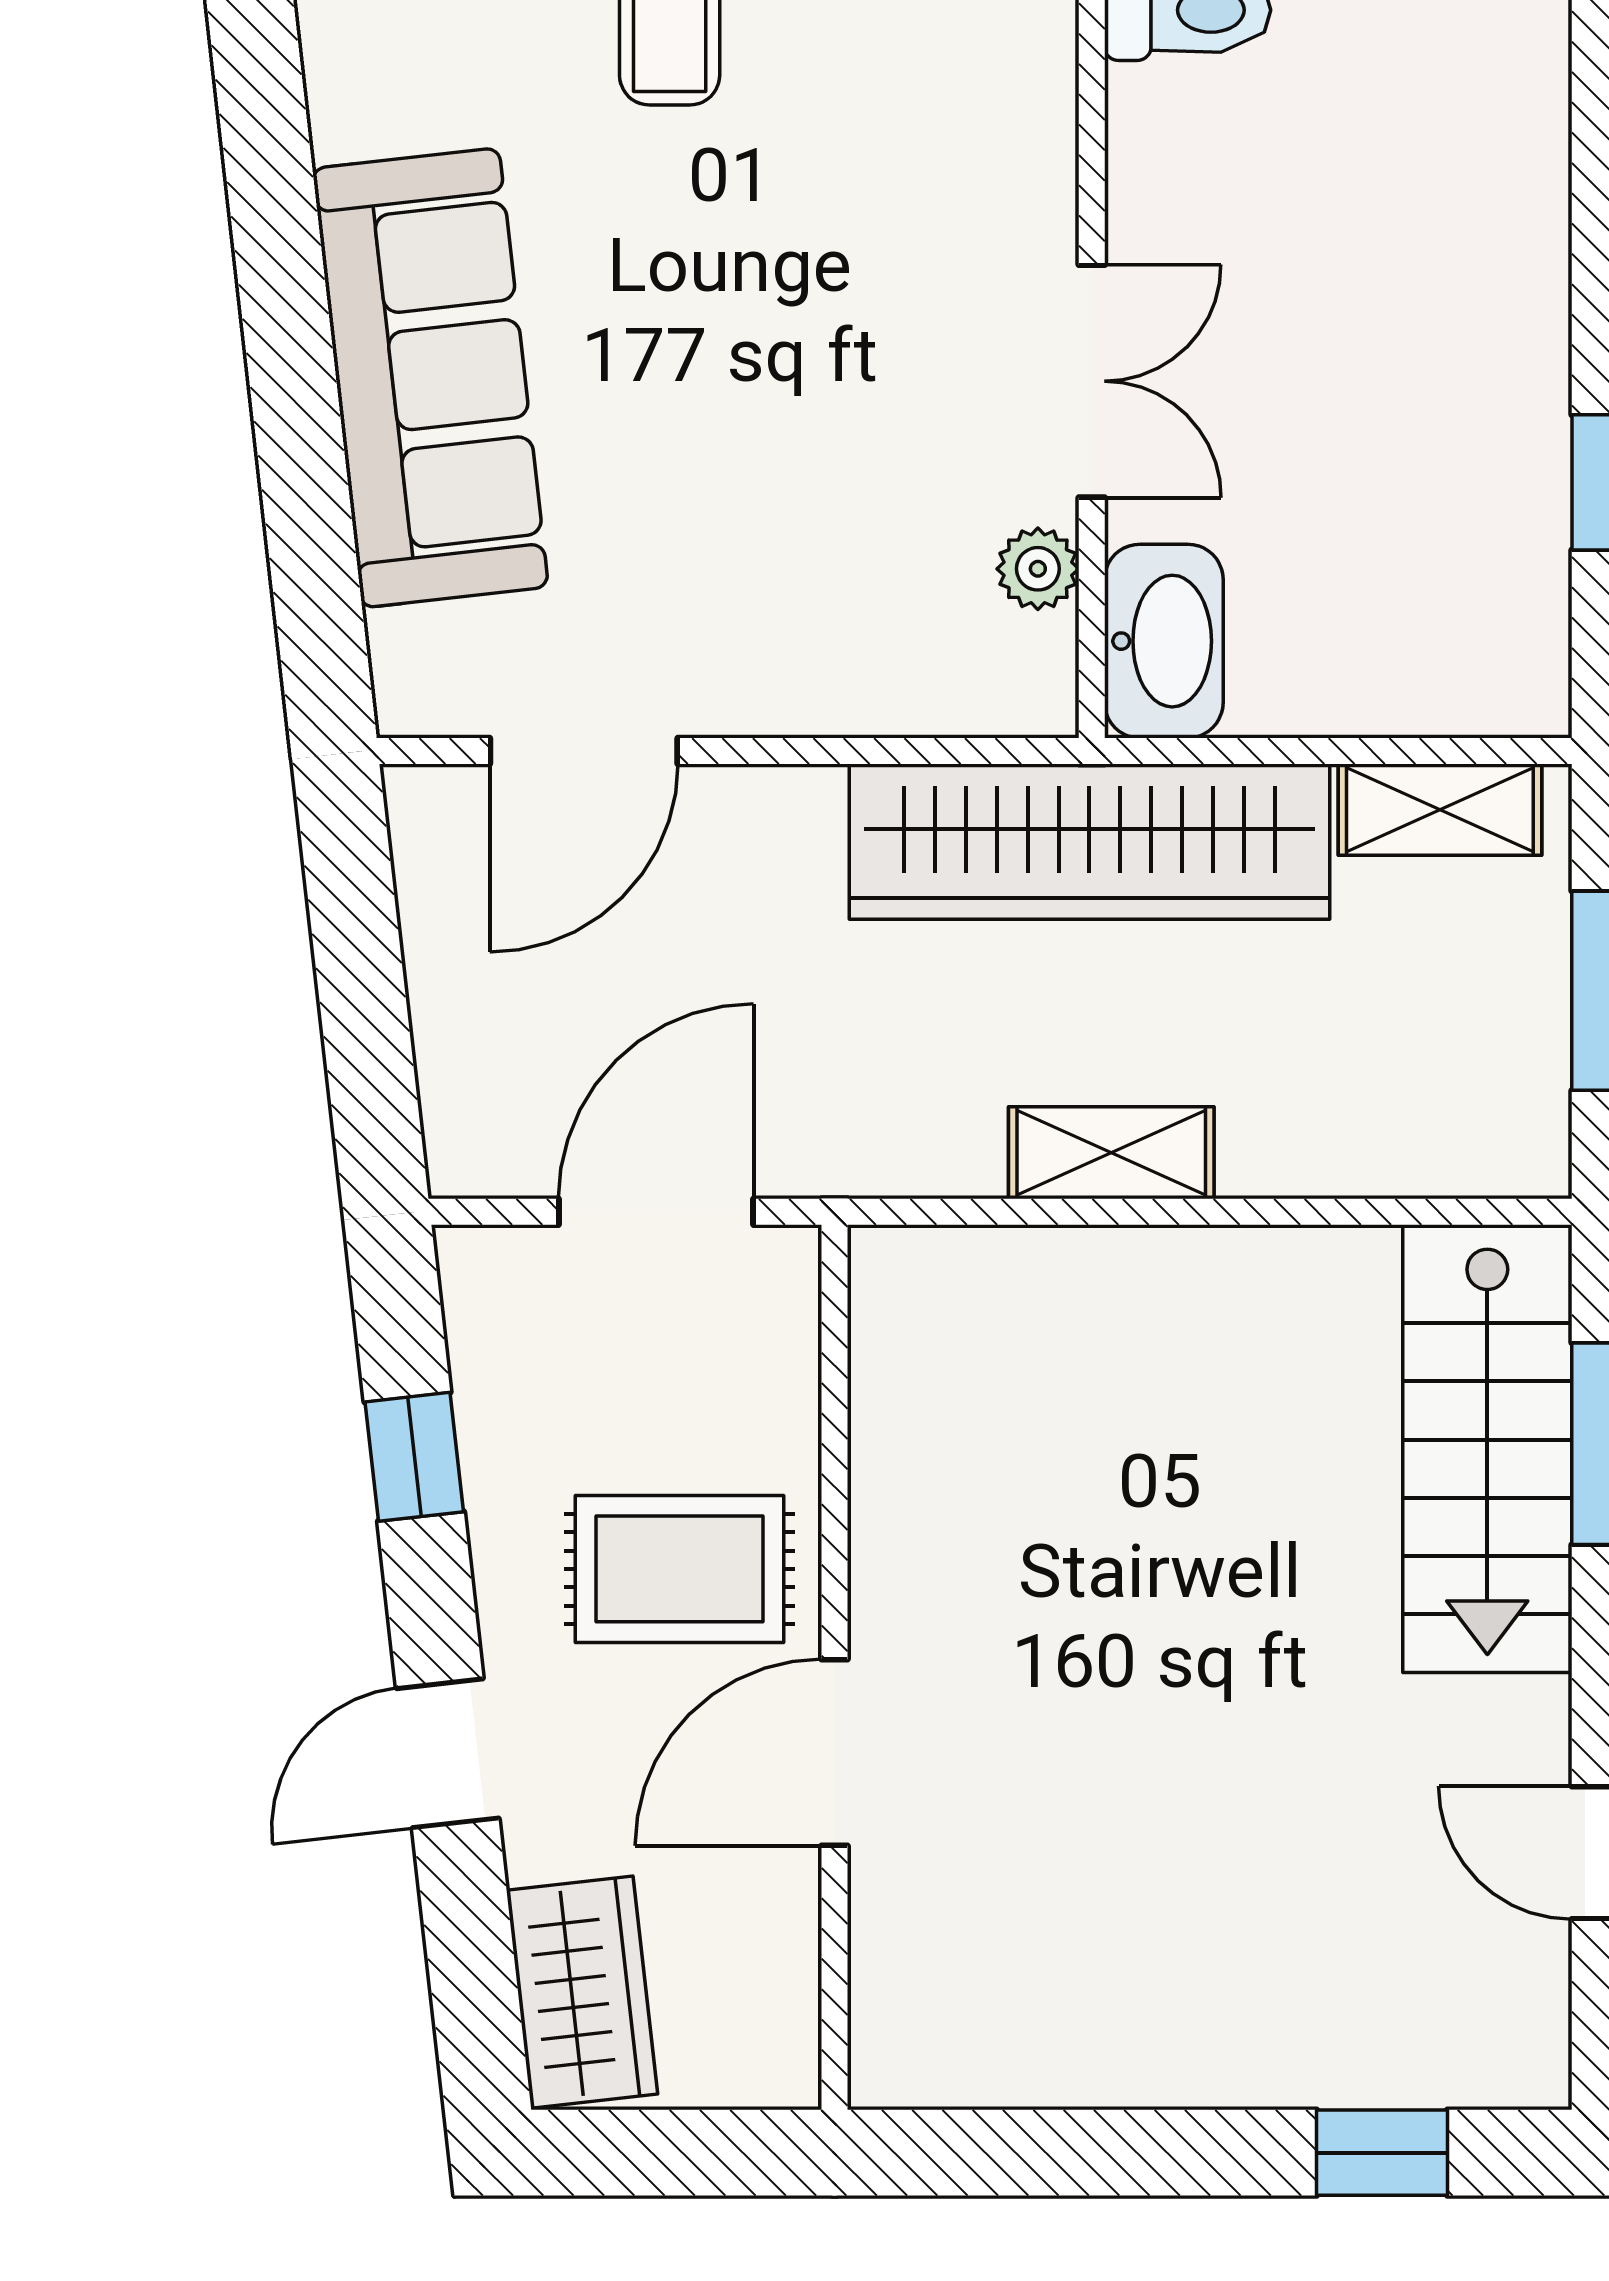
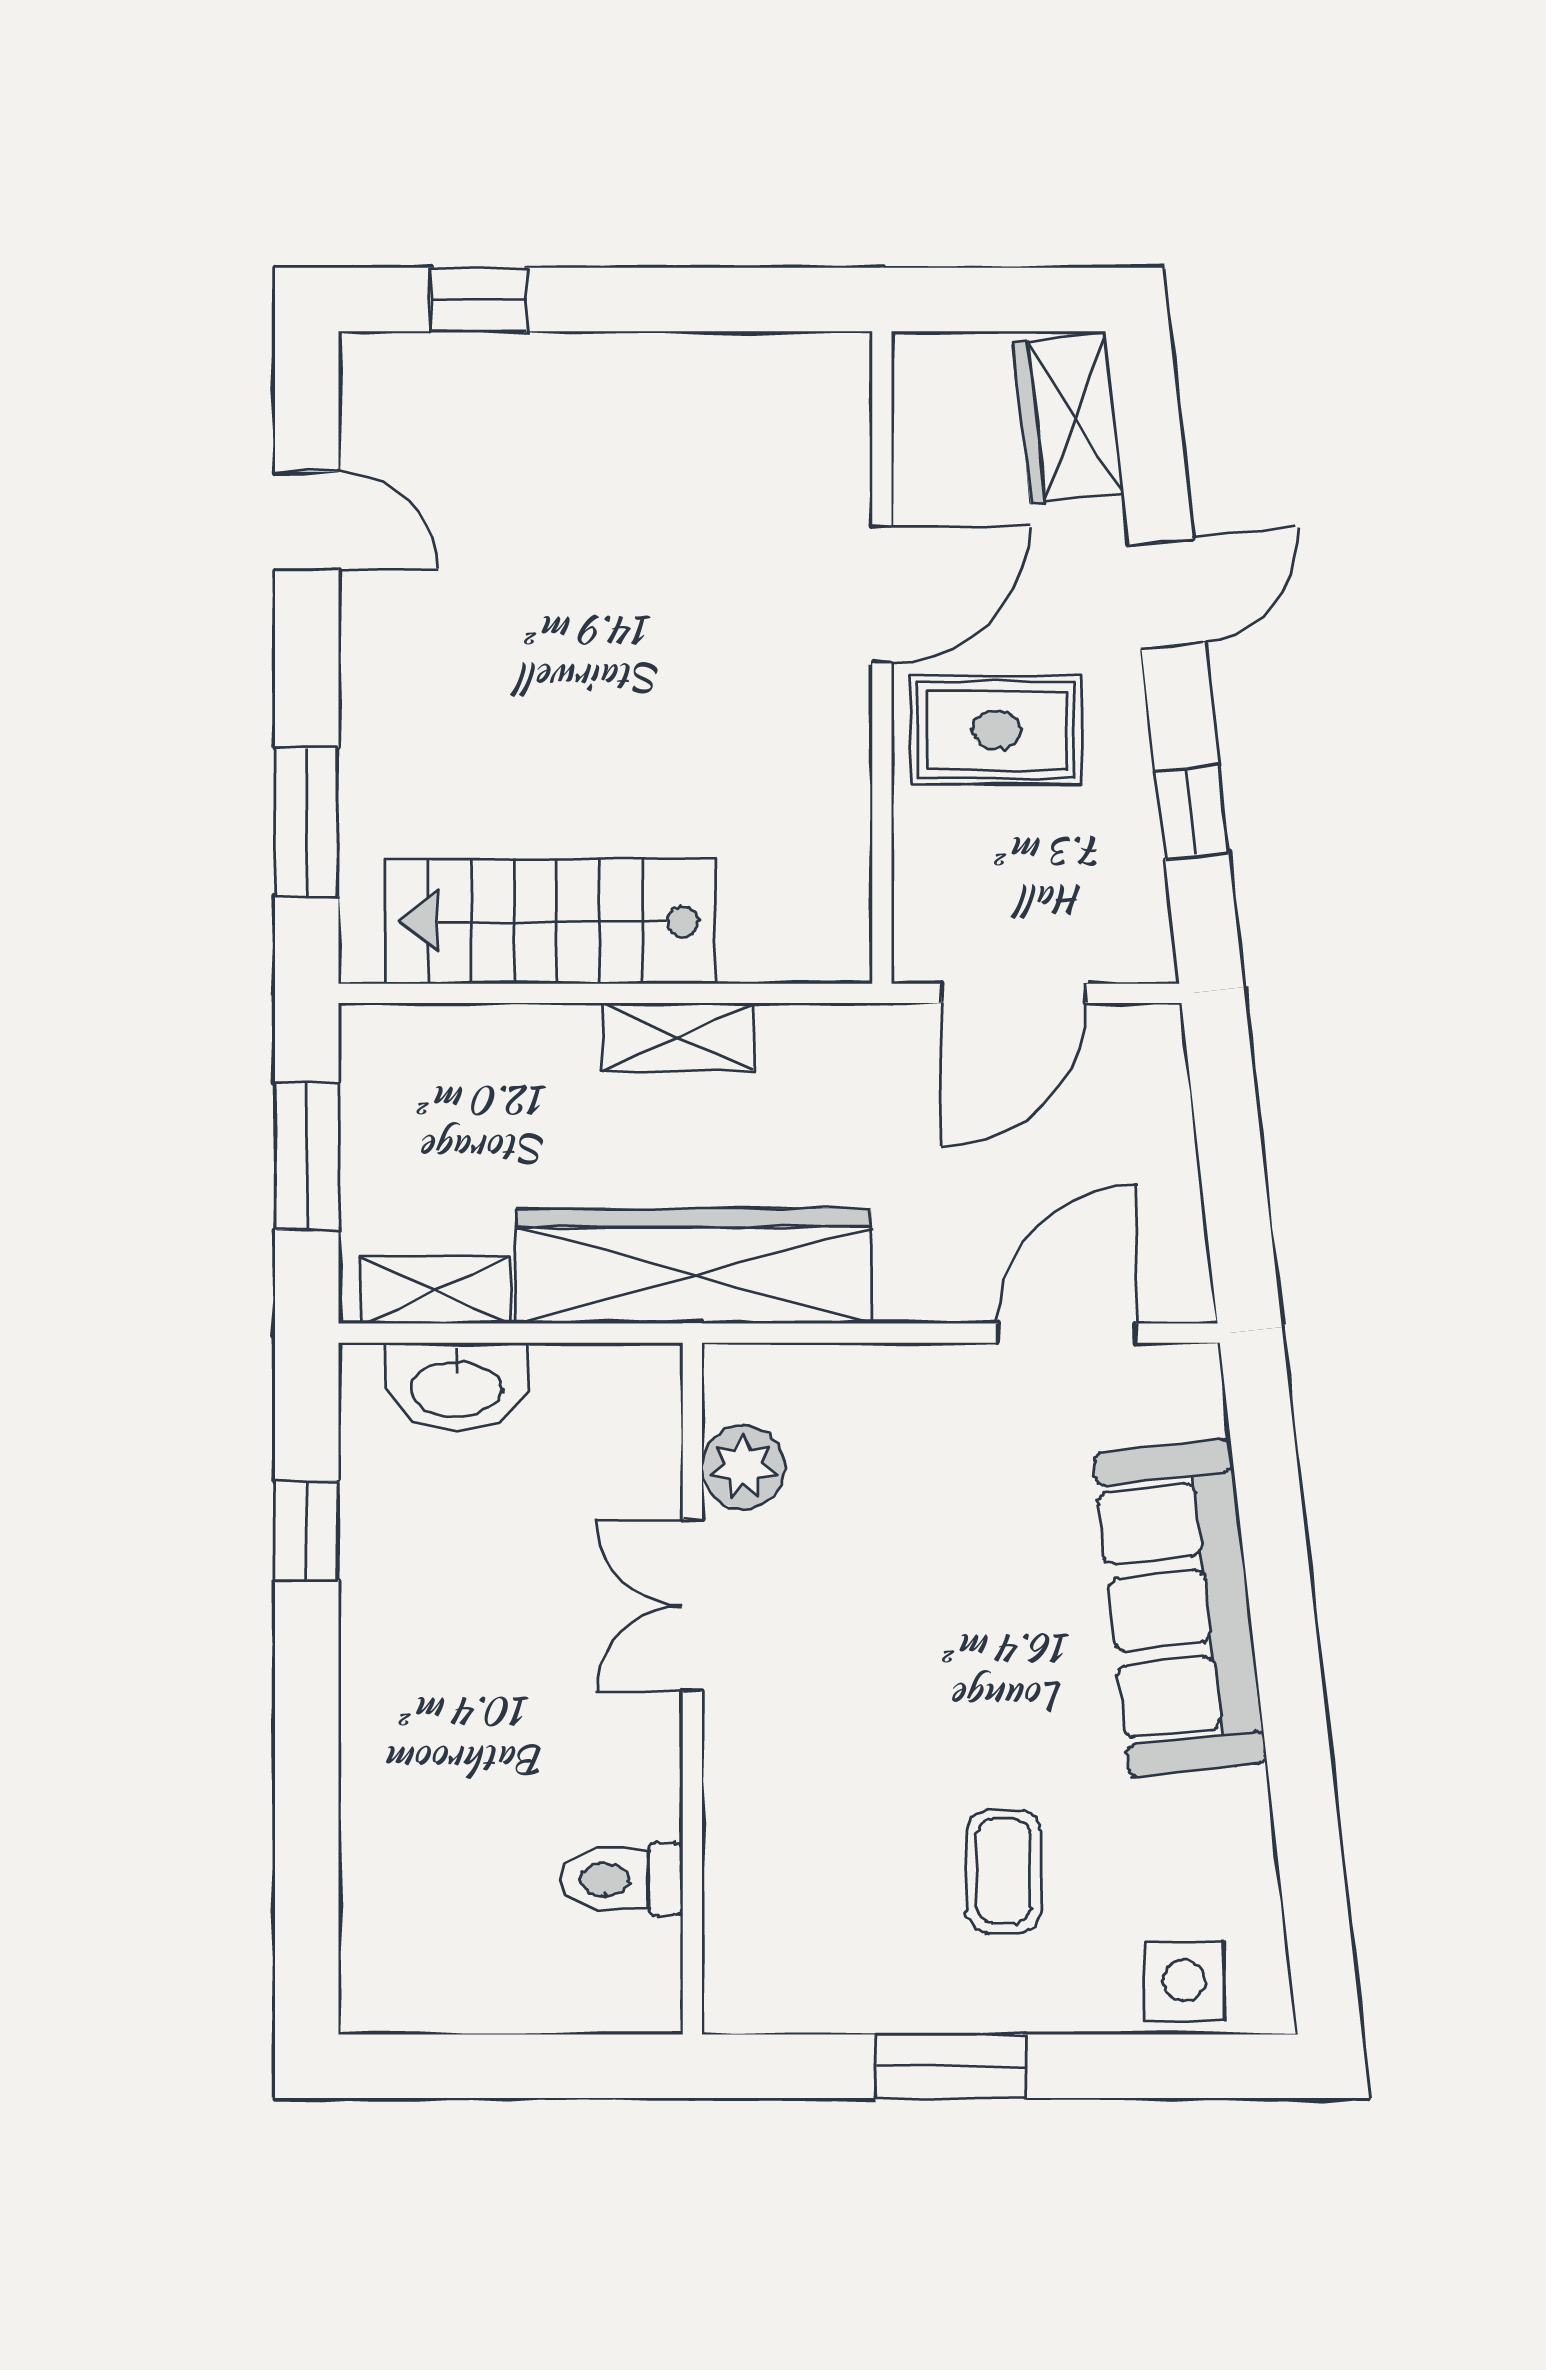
plant: (1038, 569) -> (743, 1467), width x1.38, depth x1.38
washbasin: (1164, 641) -> (456, 1386), moved, turned -90
stairs: (1487, 1449) -> (550, 921), moved, turned -90

